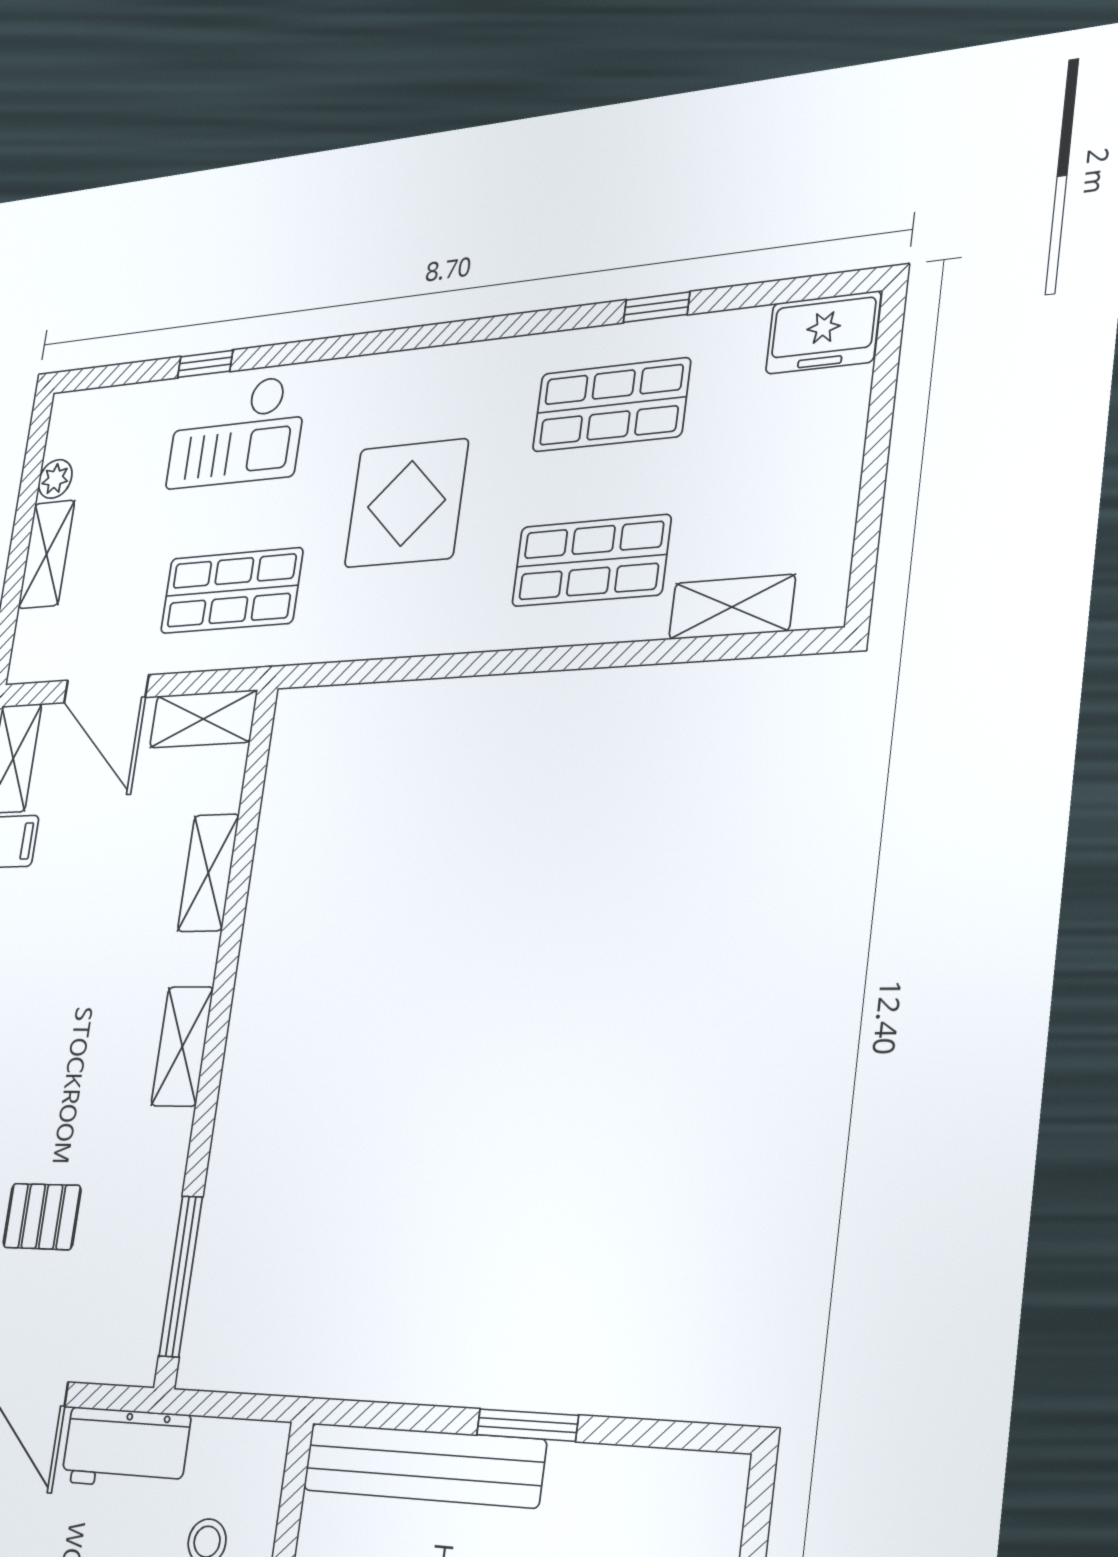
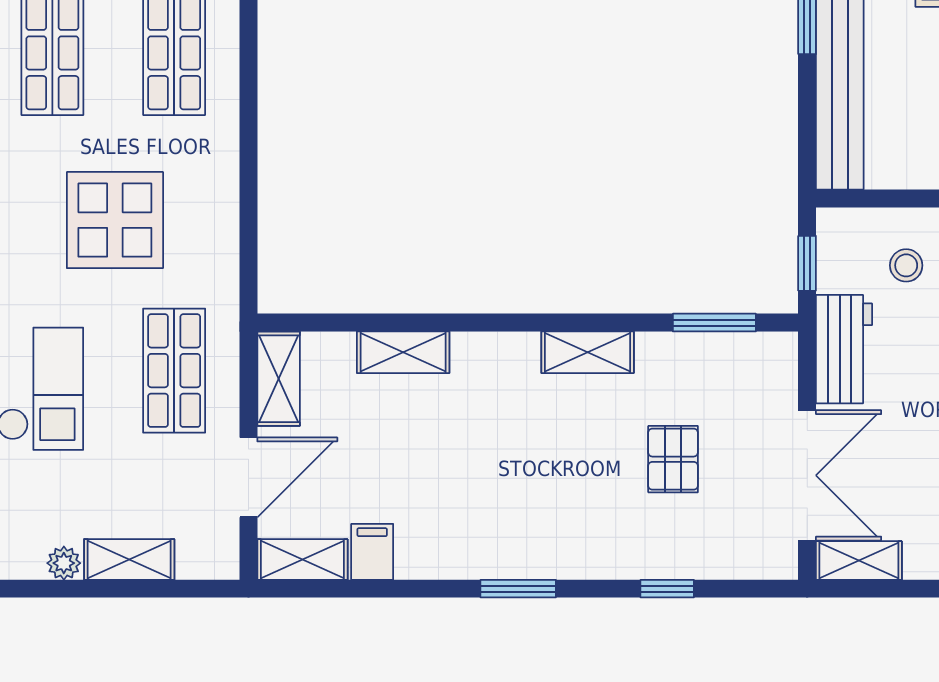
shelving: (182, 1046) -> (588, 352), moved
window: (181, 1276) -> (714, 323), width x0.69
window: (229, 1405) -> (807, 263), added

